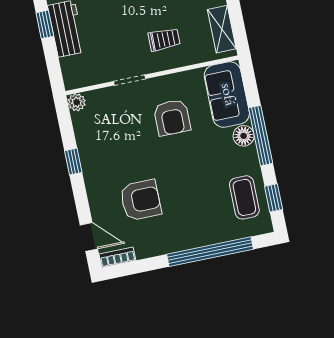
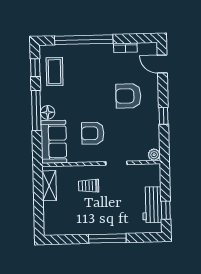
armchair: (172, 117) -> (93, 133), turned -90
armchair: (141, 200) -> (128, 96), moved
bookcase: (117, 257) -> (125, 48), moved

